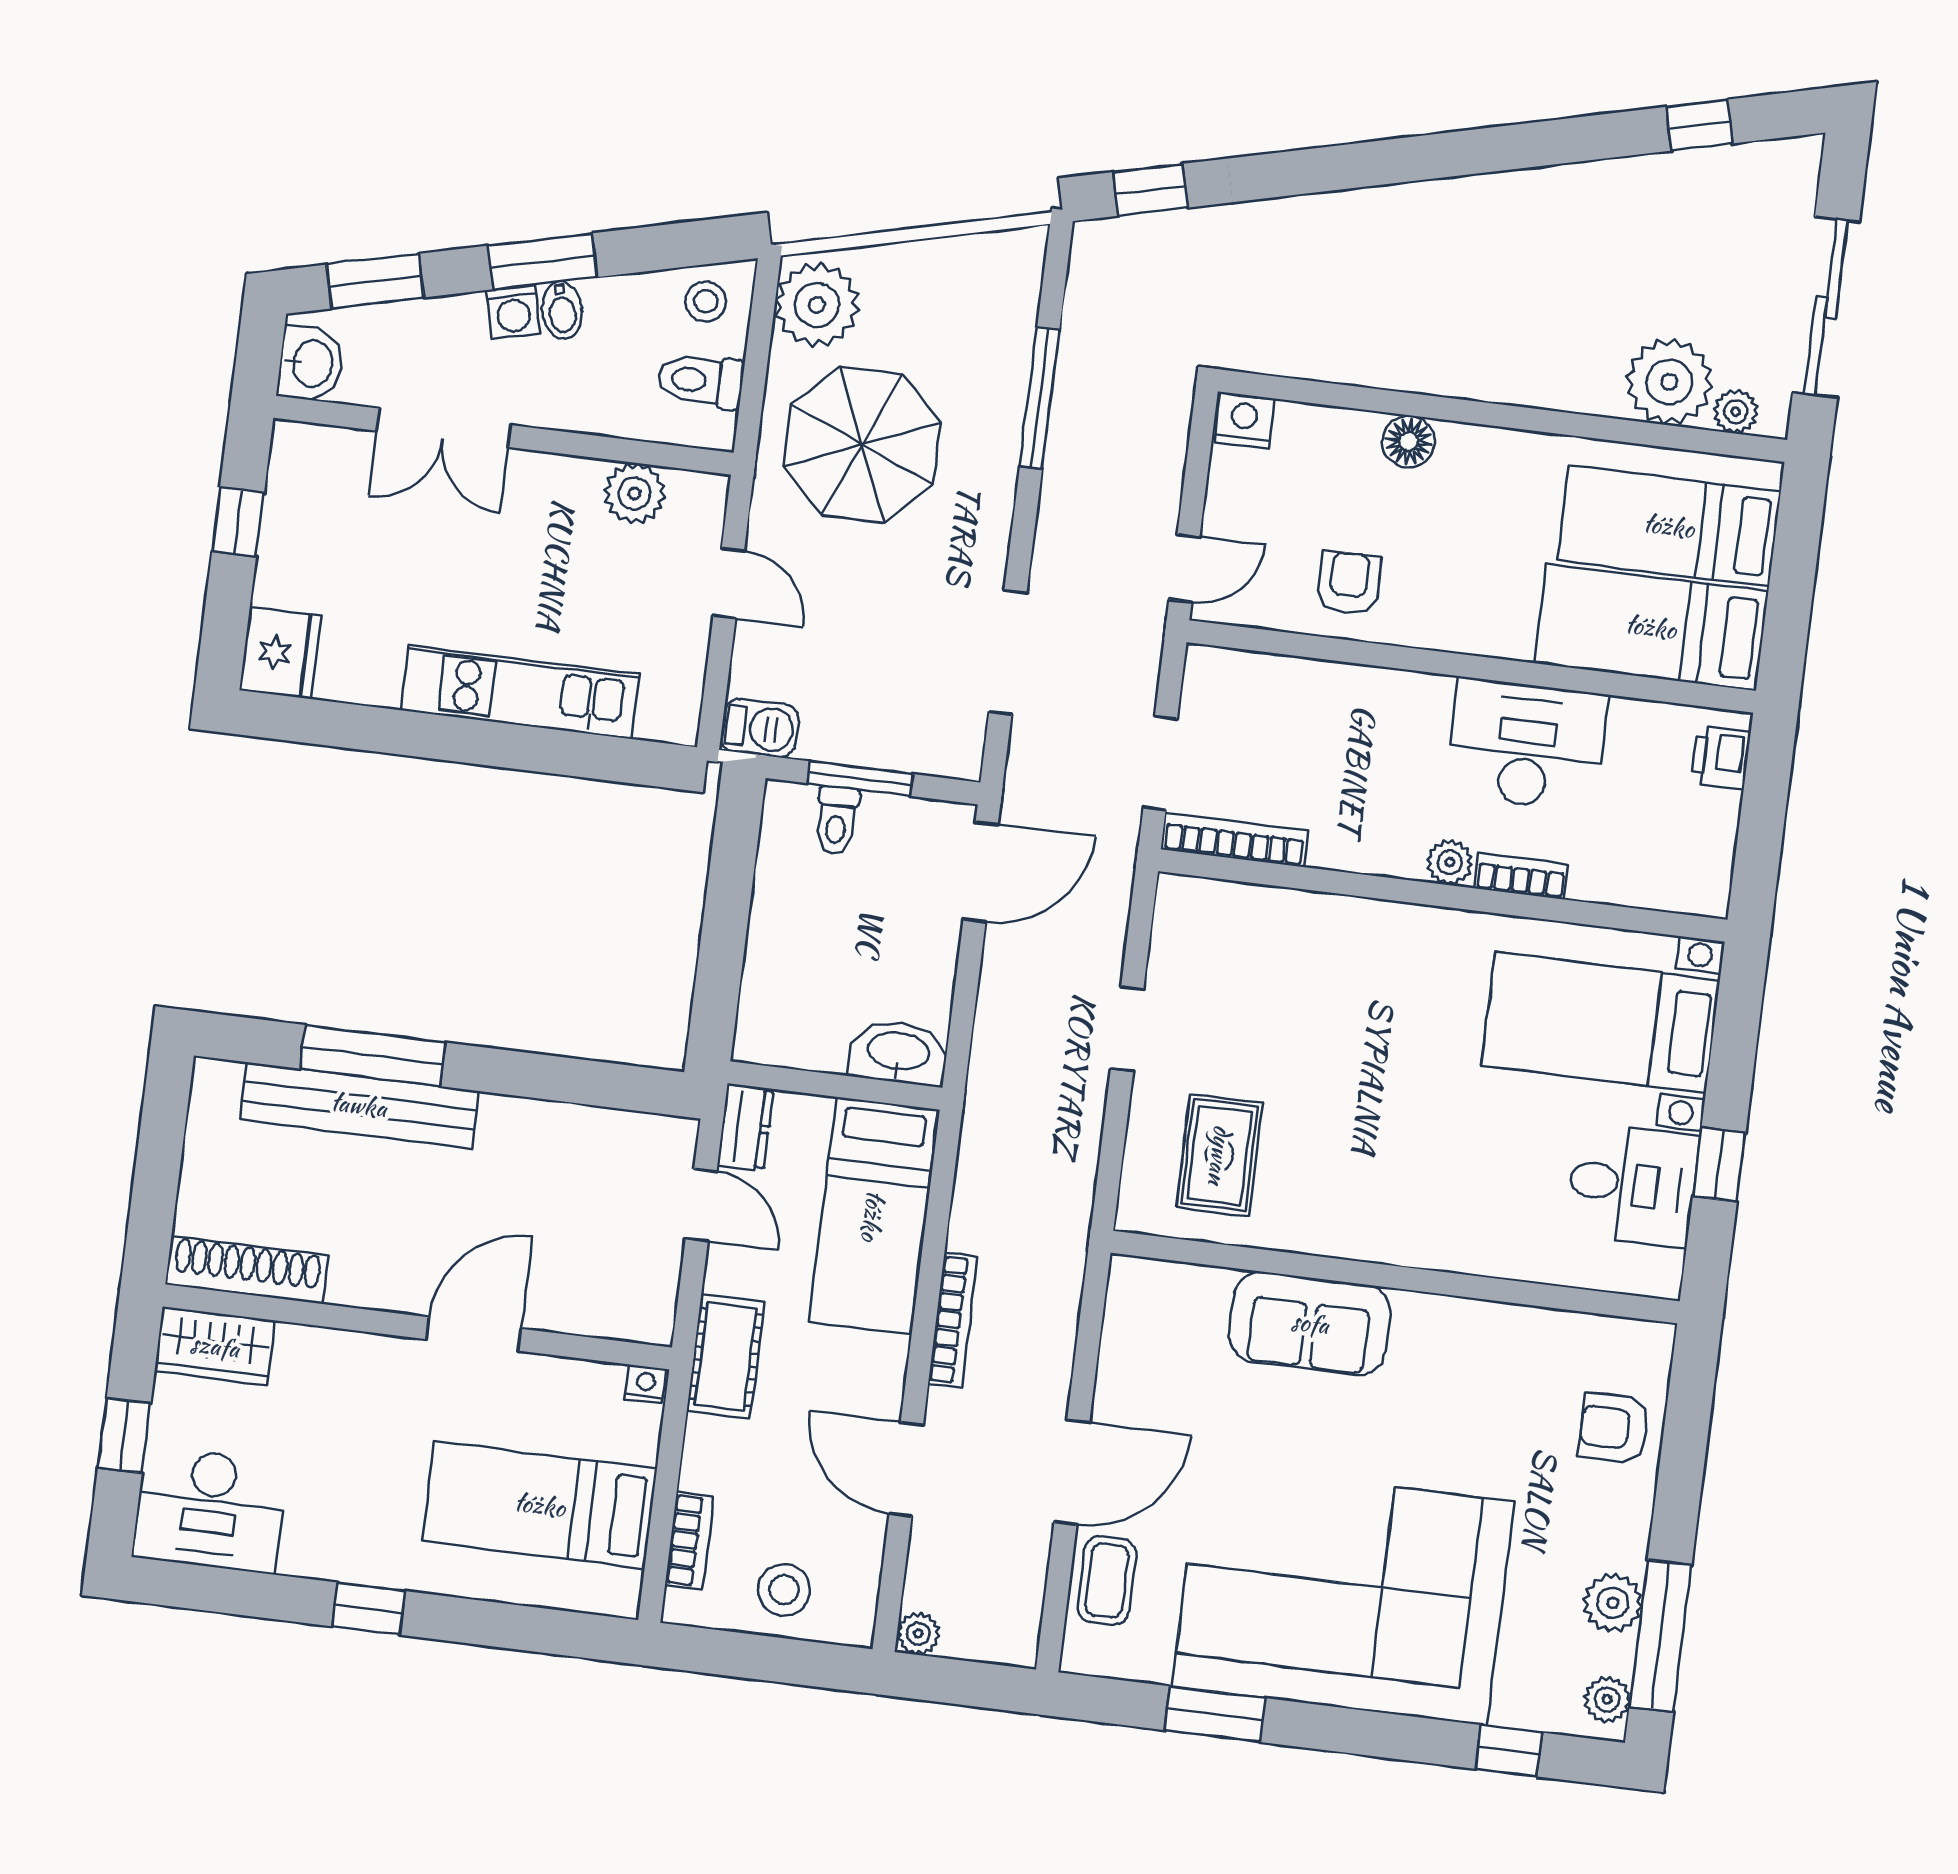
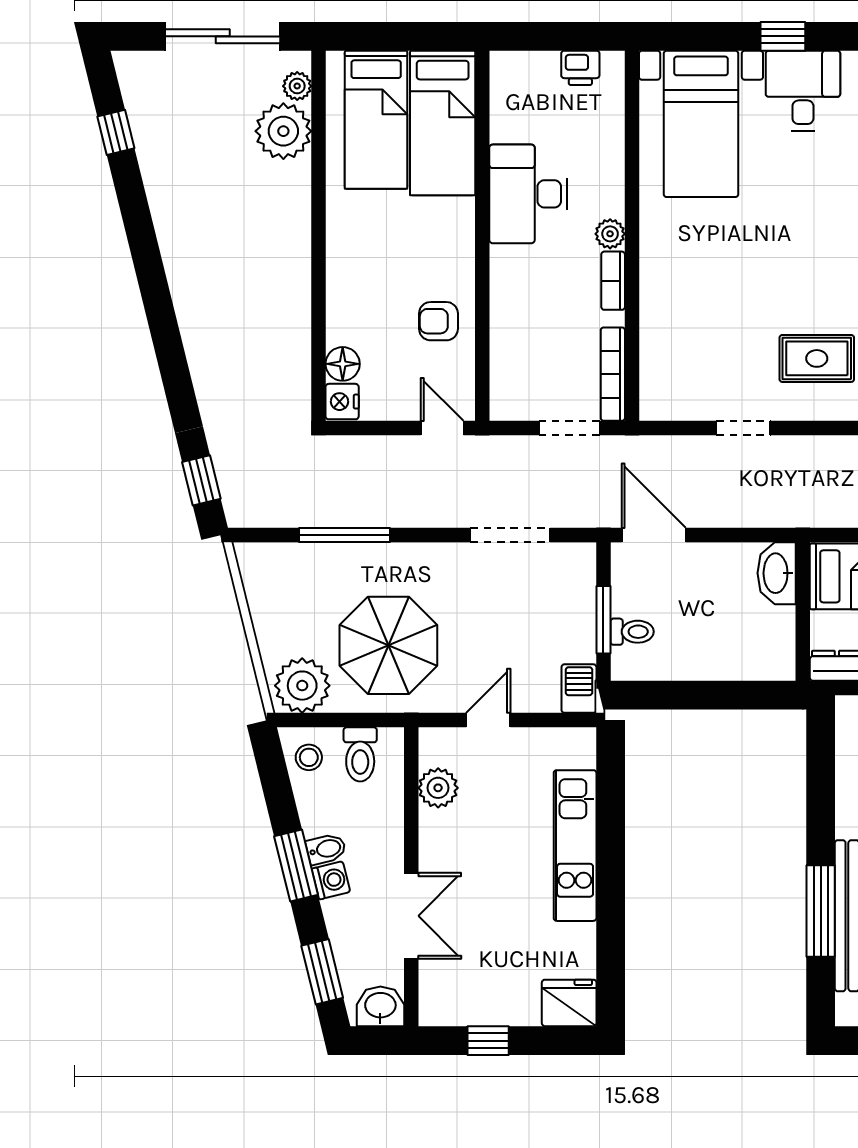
floor lamp: (1409, 441) -> (343, 364), moved
printer: (1721, 757) -> (580, 68), moved
bookcase: (1521, 876) -> (613, 281), moved

